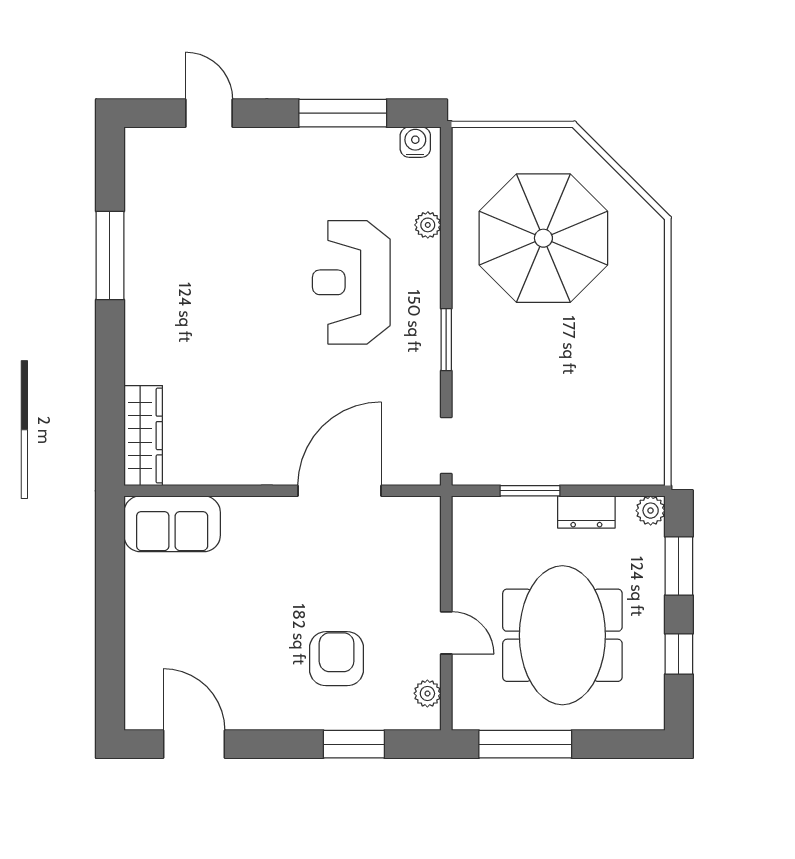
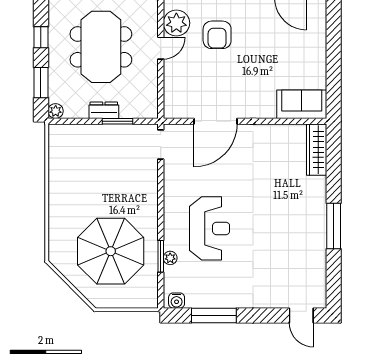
door: (209, 113) -> (301, 315), moved
window: (110, 256) -> (334, 226), moved
window: (446, 340) -> (161, 256), moved
dresser: (586, 512) -> (104, 110), moved
door: (446, 633) -> (161, 48), swing flipped
plant: (427, 693) -> (176, 23), width x1.88, depth x1.88

